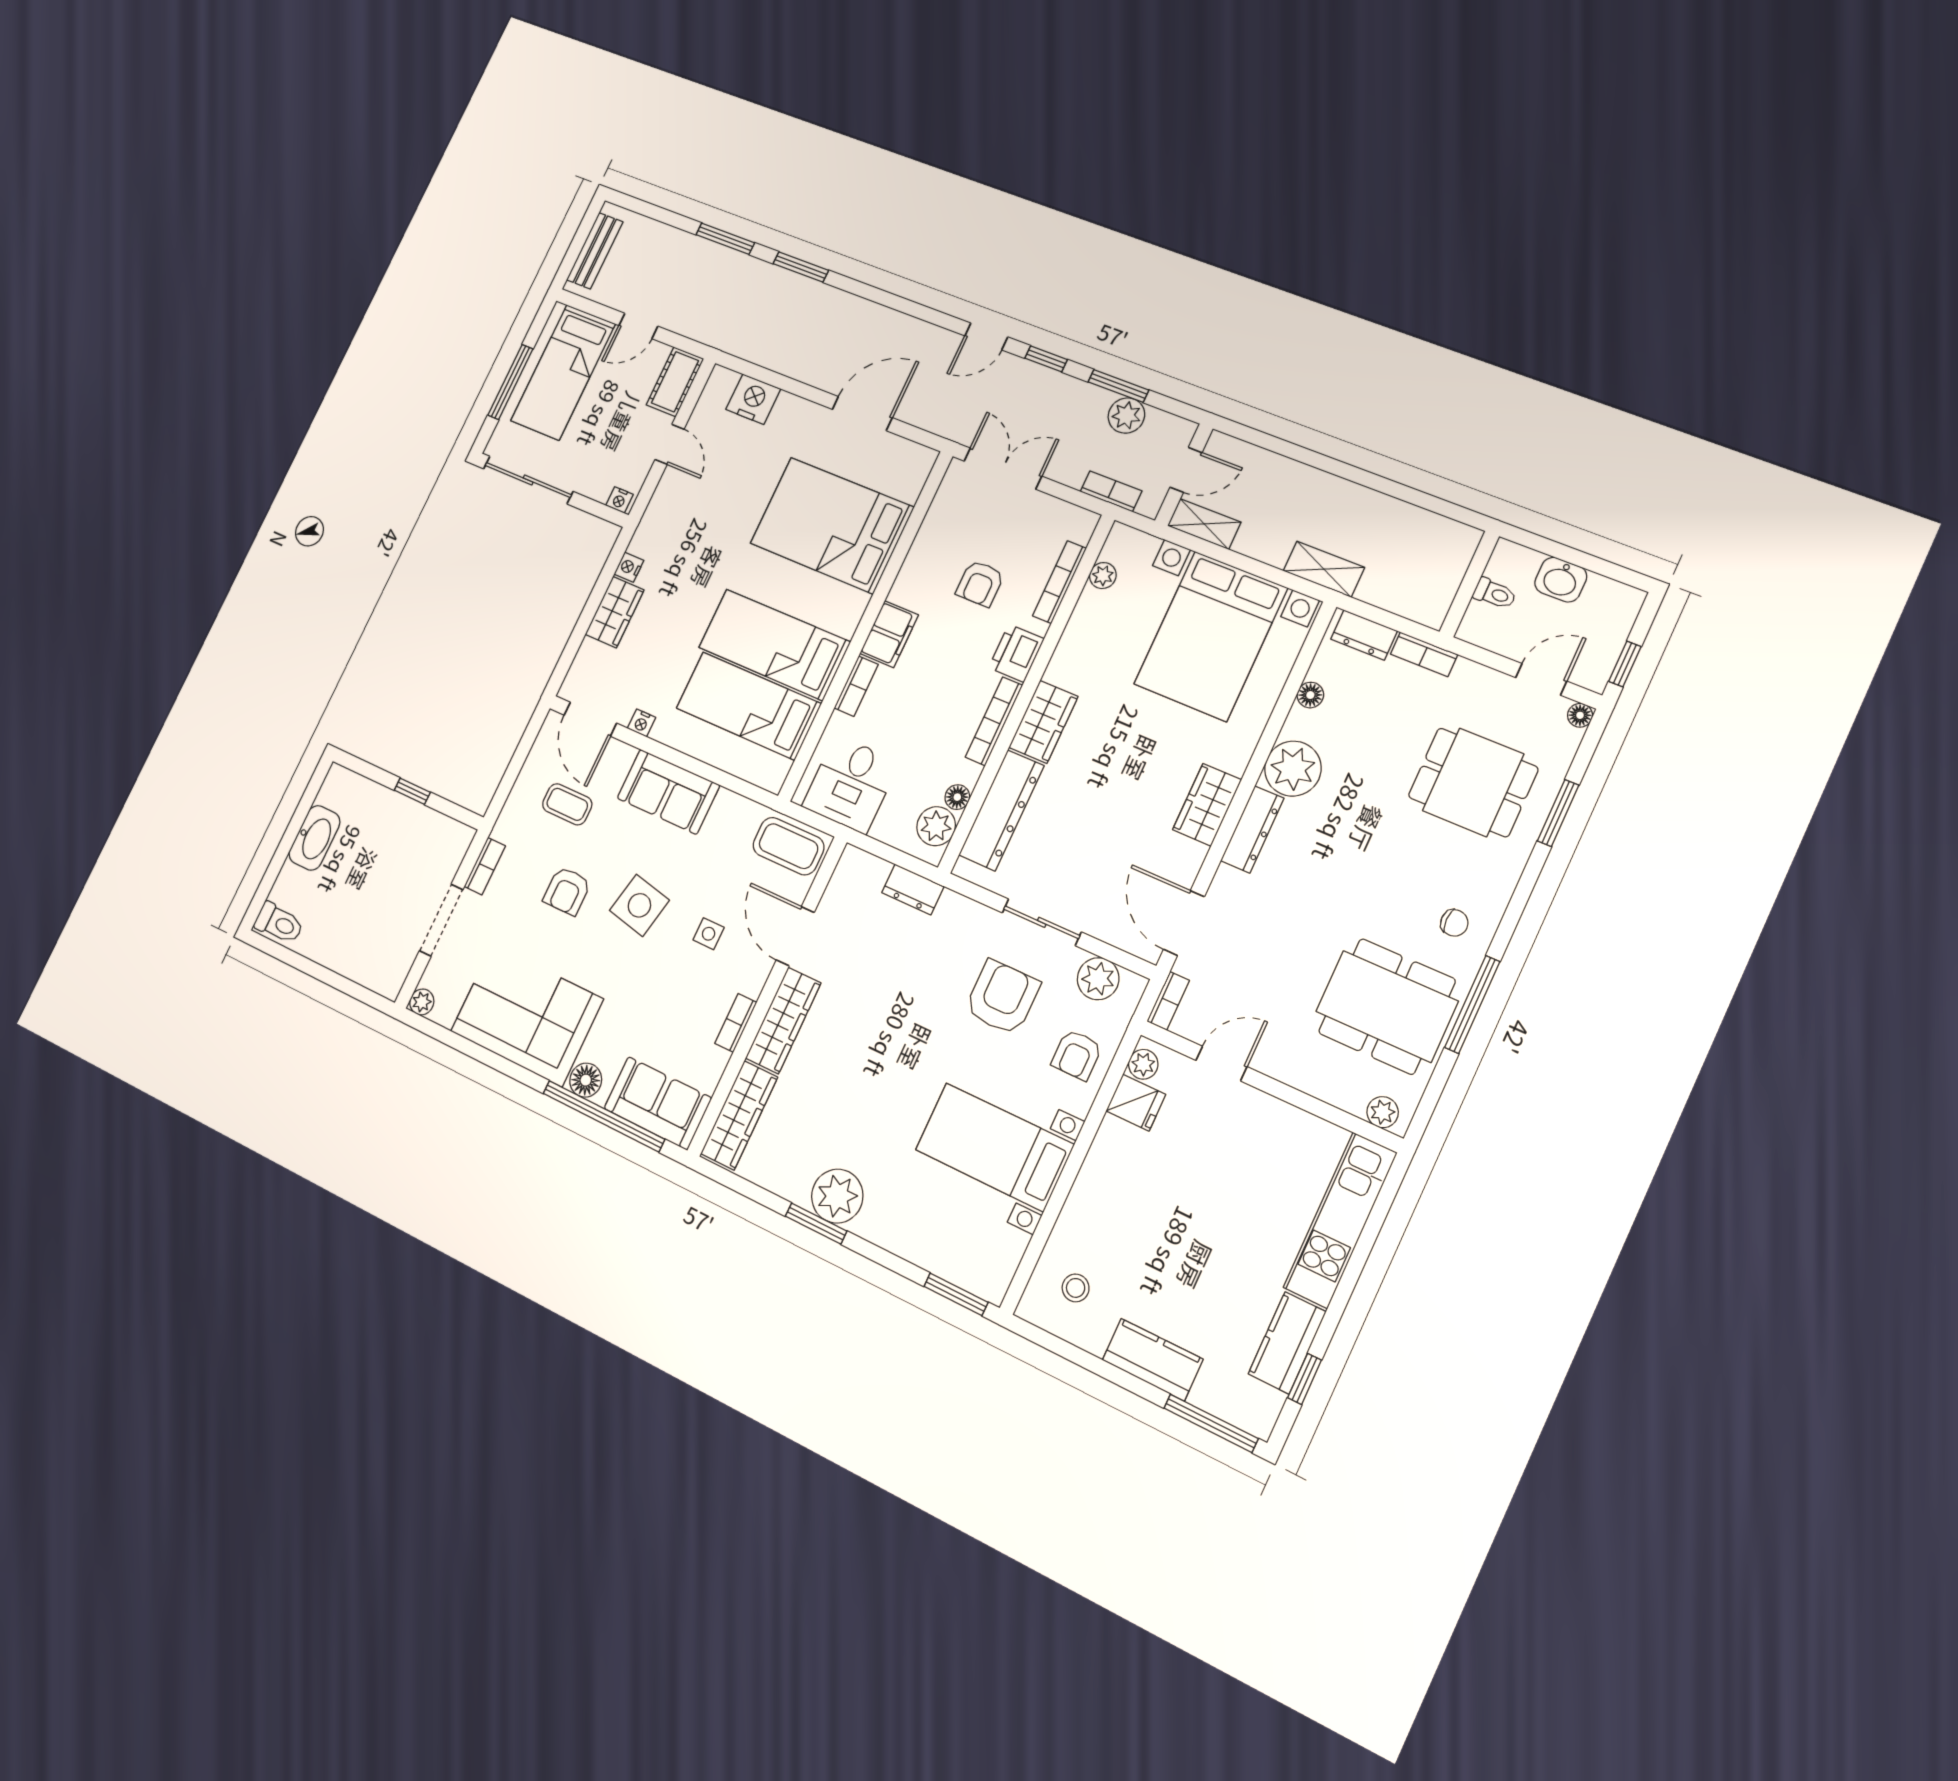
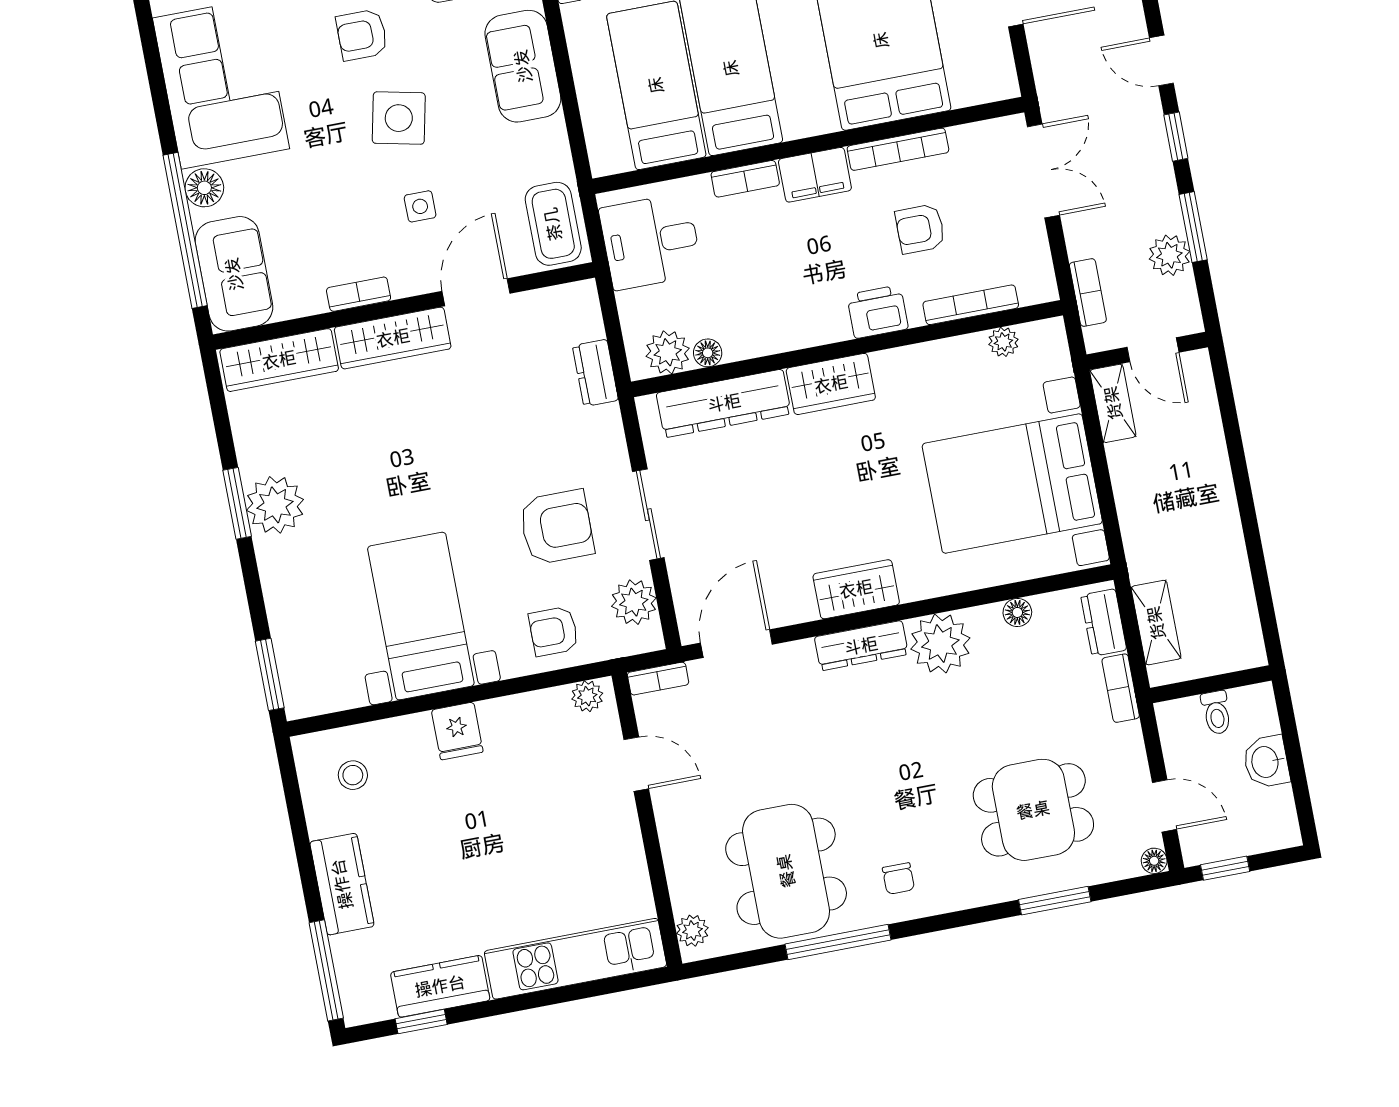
shelving: (1324, 569) -> (1156, 623), moved
bookcase: (994, 721) -> (898, 149), moved, turned 180
dining table: (1473, 782) -> (1033, 810), turned 90
fridge: (1136, 1103) -> (457, 731), moved

